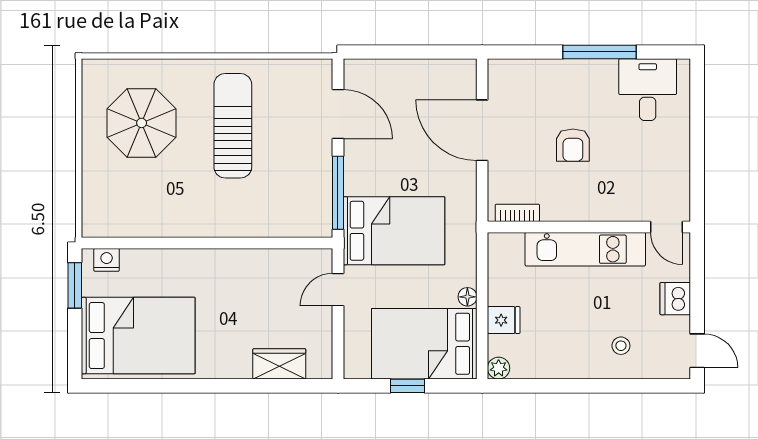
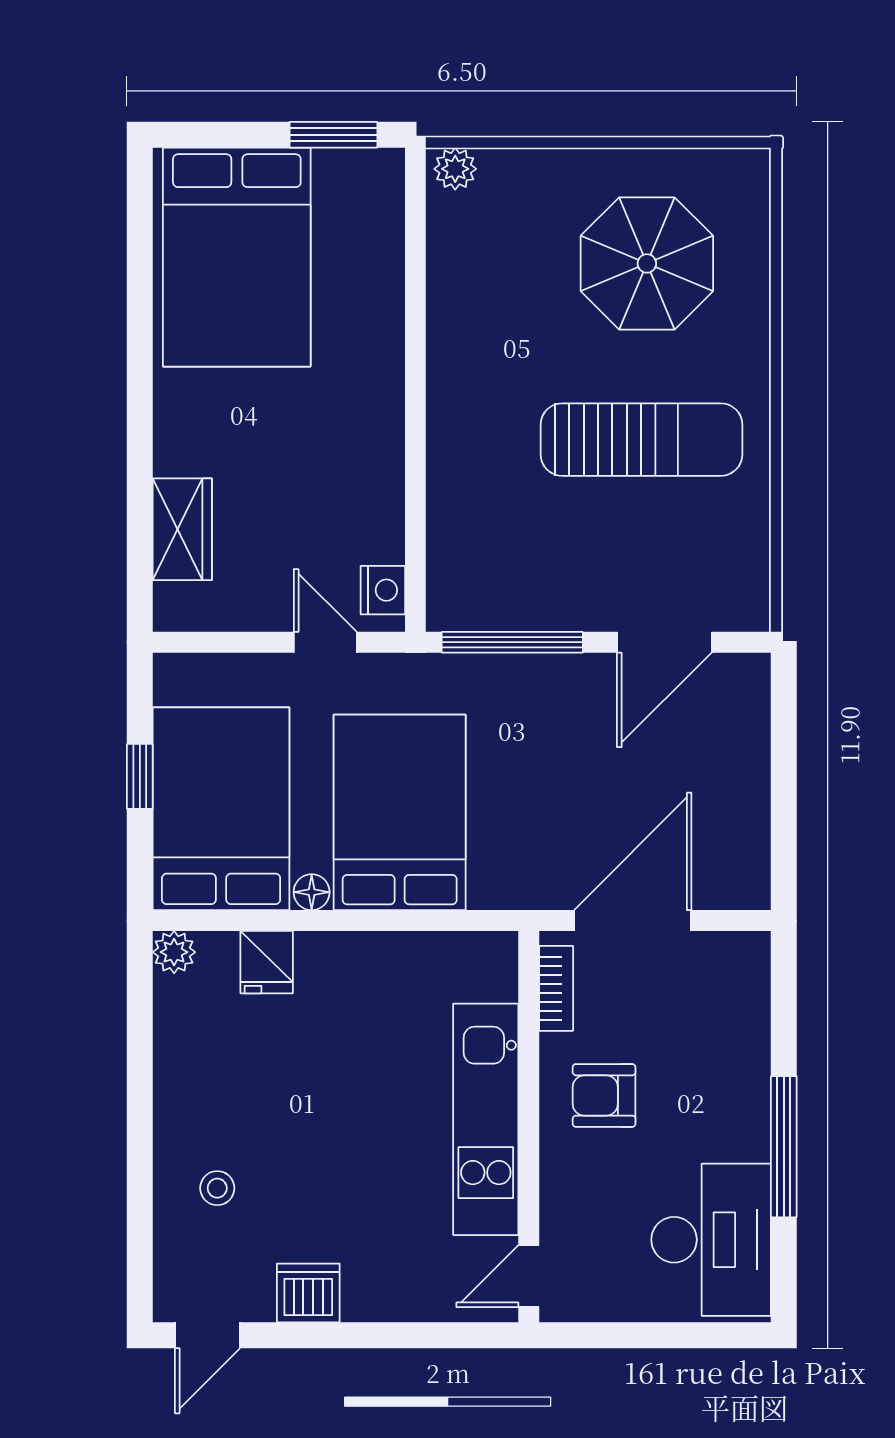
desk: (648, 90) -> (711, 1240), width x1.37
bookcase: (517, 213) -> (556, 988), moved
plant: (92, 222) -> (455, 169), added
wall: (589, 227) -> (529, 1127), moved
door: (667, 227) -> (529, 1276), moved
bed: (394, 231) -> (400, 812), moved, turned 180
kitchen unit: (585, 249) -> (486, 1119), moved
nightstand: (107, 260) -> (383, 590), moved

